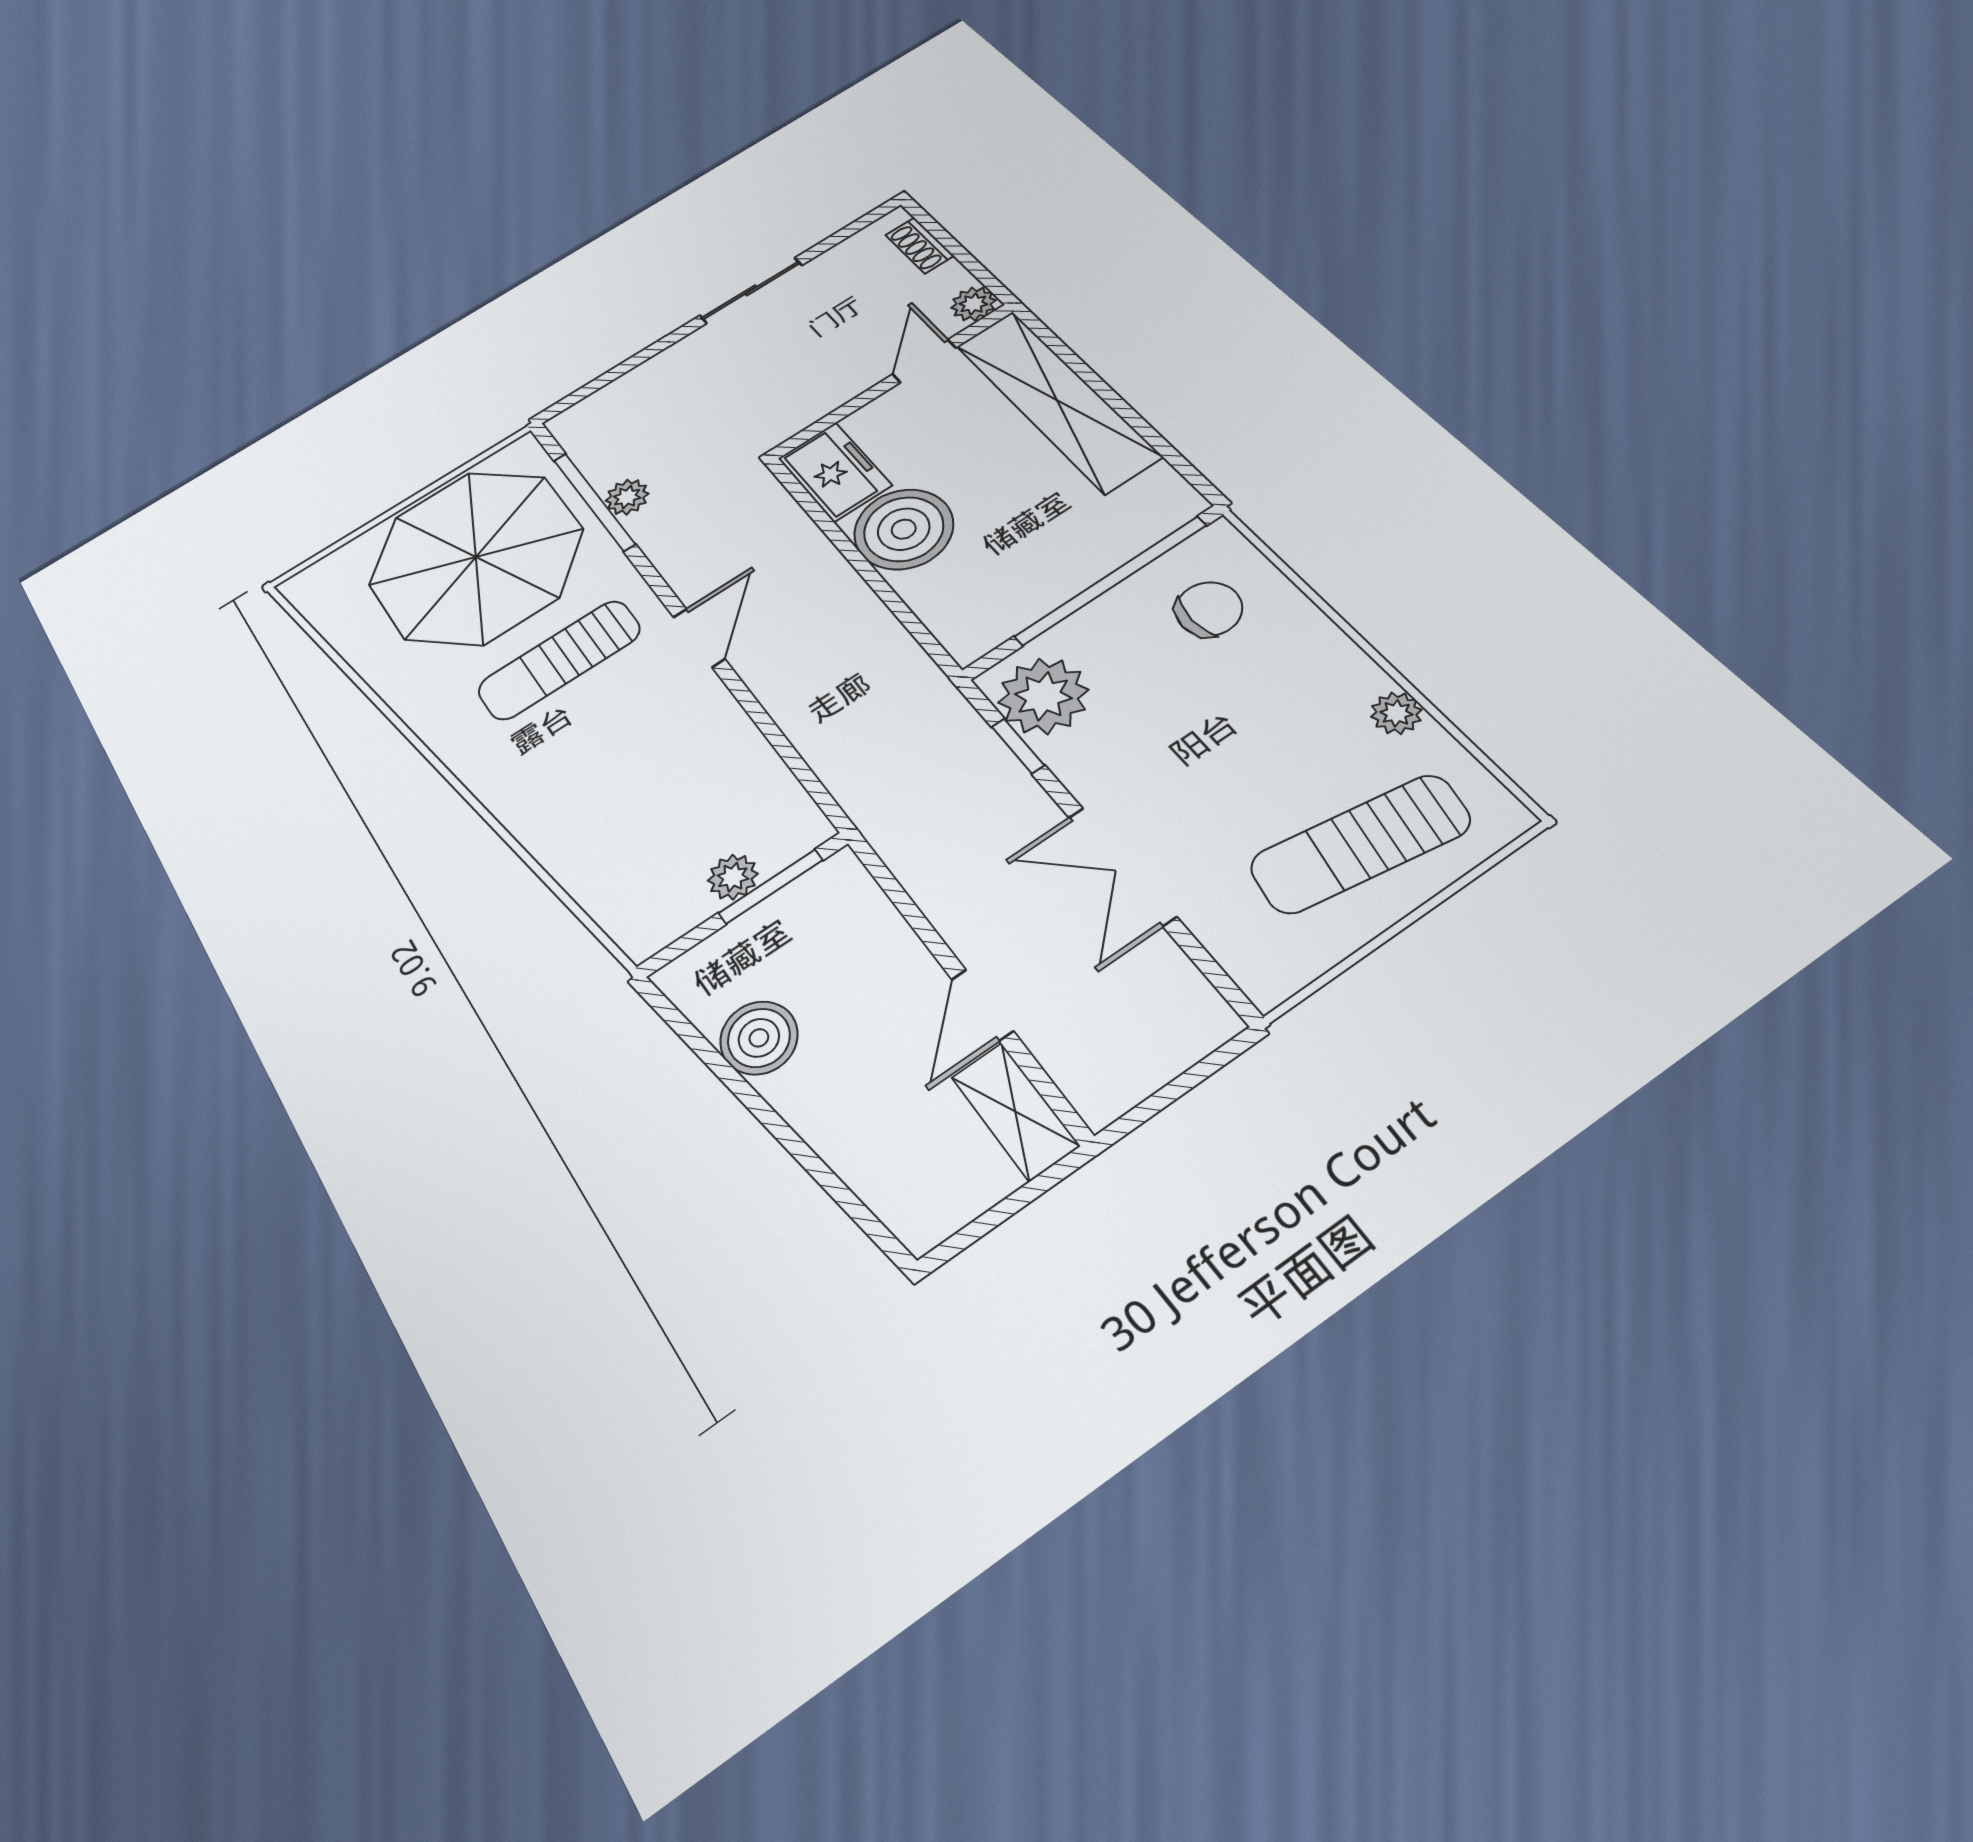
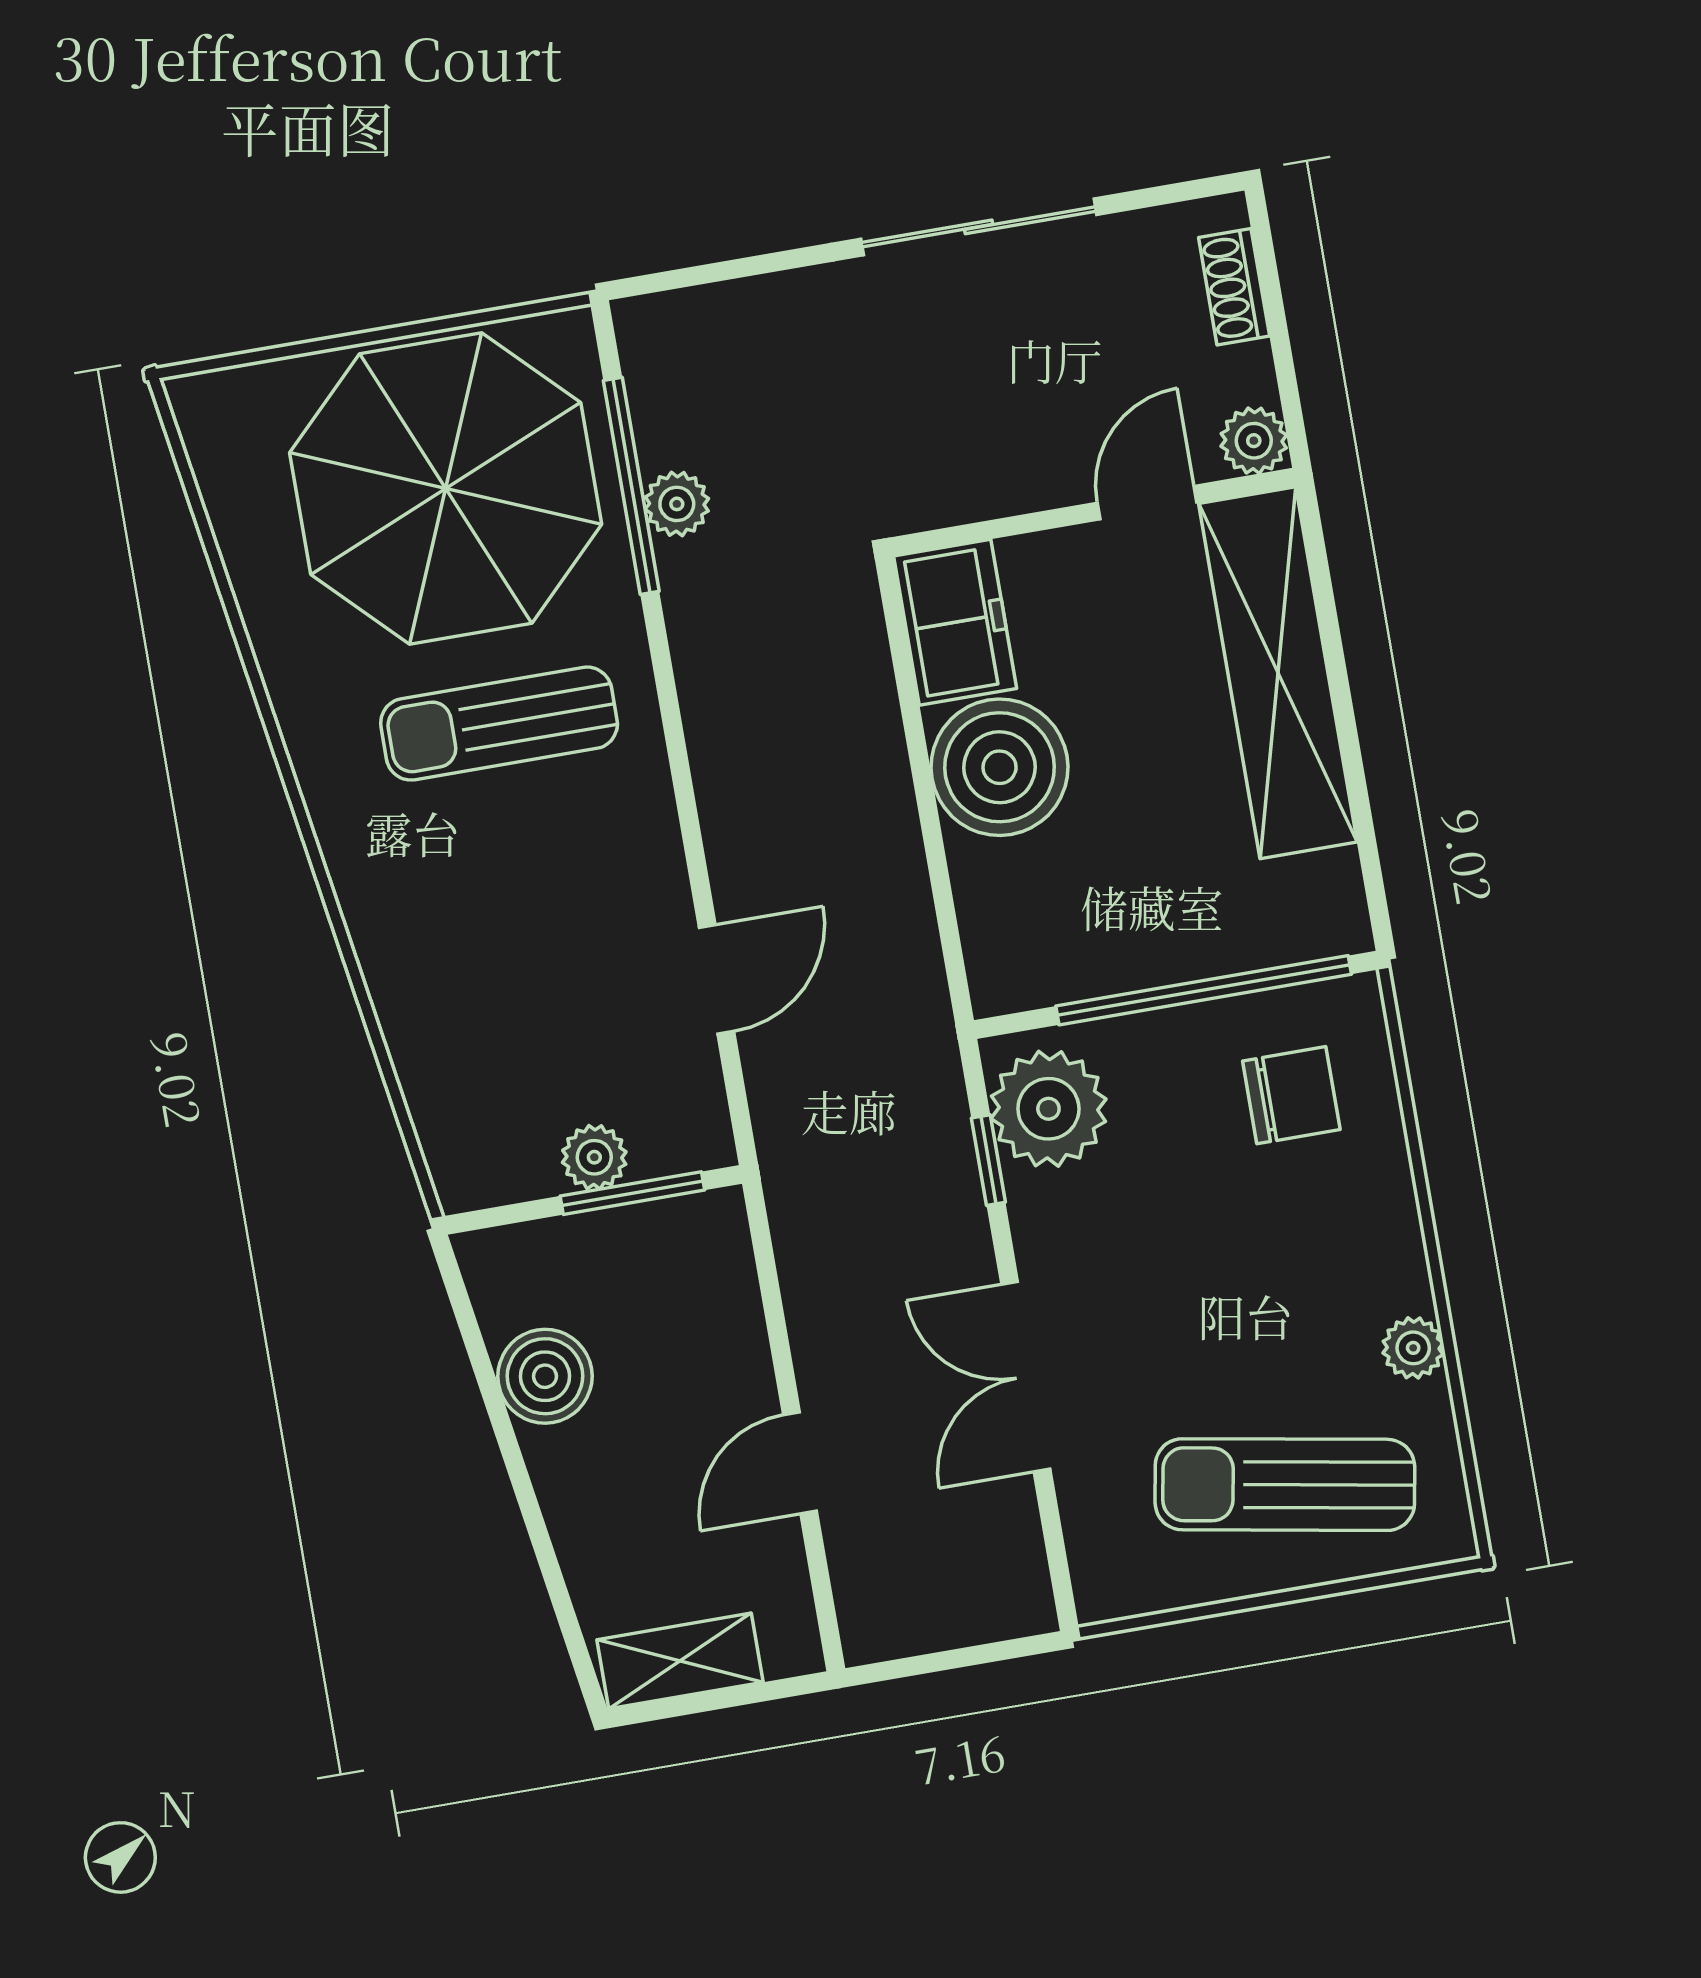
sliding door: (751, 290) -> (979, 227), width x1.37
door: (699, 638) -> (717, 979), moved
shelving: (1015, 1111) -> (680, 1661), moved, turned 90

